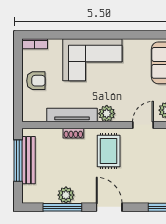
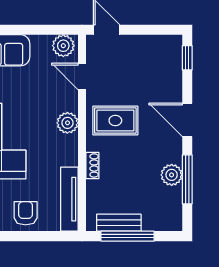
tv unit: (72, 115) -> (69, 199), moved
bench: (28, 160) -> (119, 223), width x0.73
door: (109, 207) -> (187, 120), hinge flipped

